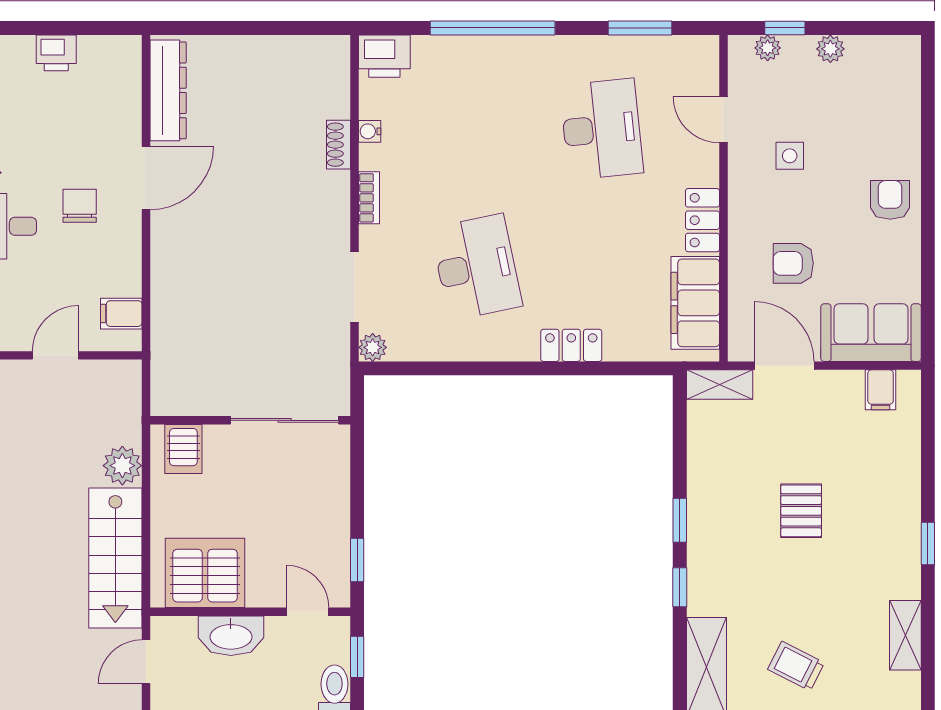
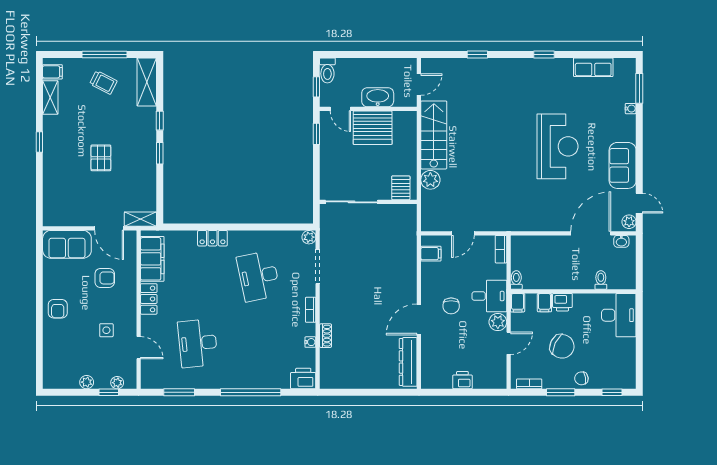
filing cabinet: (881, 390) -> (52, 72), moved, turned 90
server rack: (205, 573) -> (373, 128), moved

